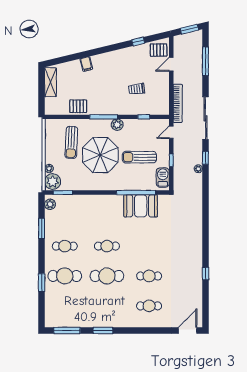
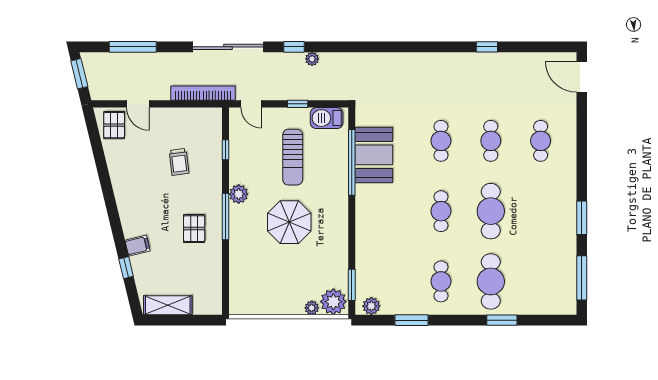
window: (138, 42) -> (126, 268), moved
pallet: (78, 106) -> (194, 229), moved
sun lounger: (71, 142) -> (268, 271), removed
parasol: (100, 155) -> (289, 222), width x0.73, depth x0.73
cafe table: (149, 246) -> (441, 141), added

